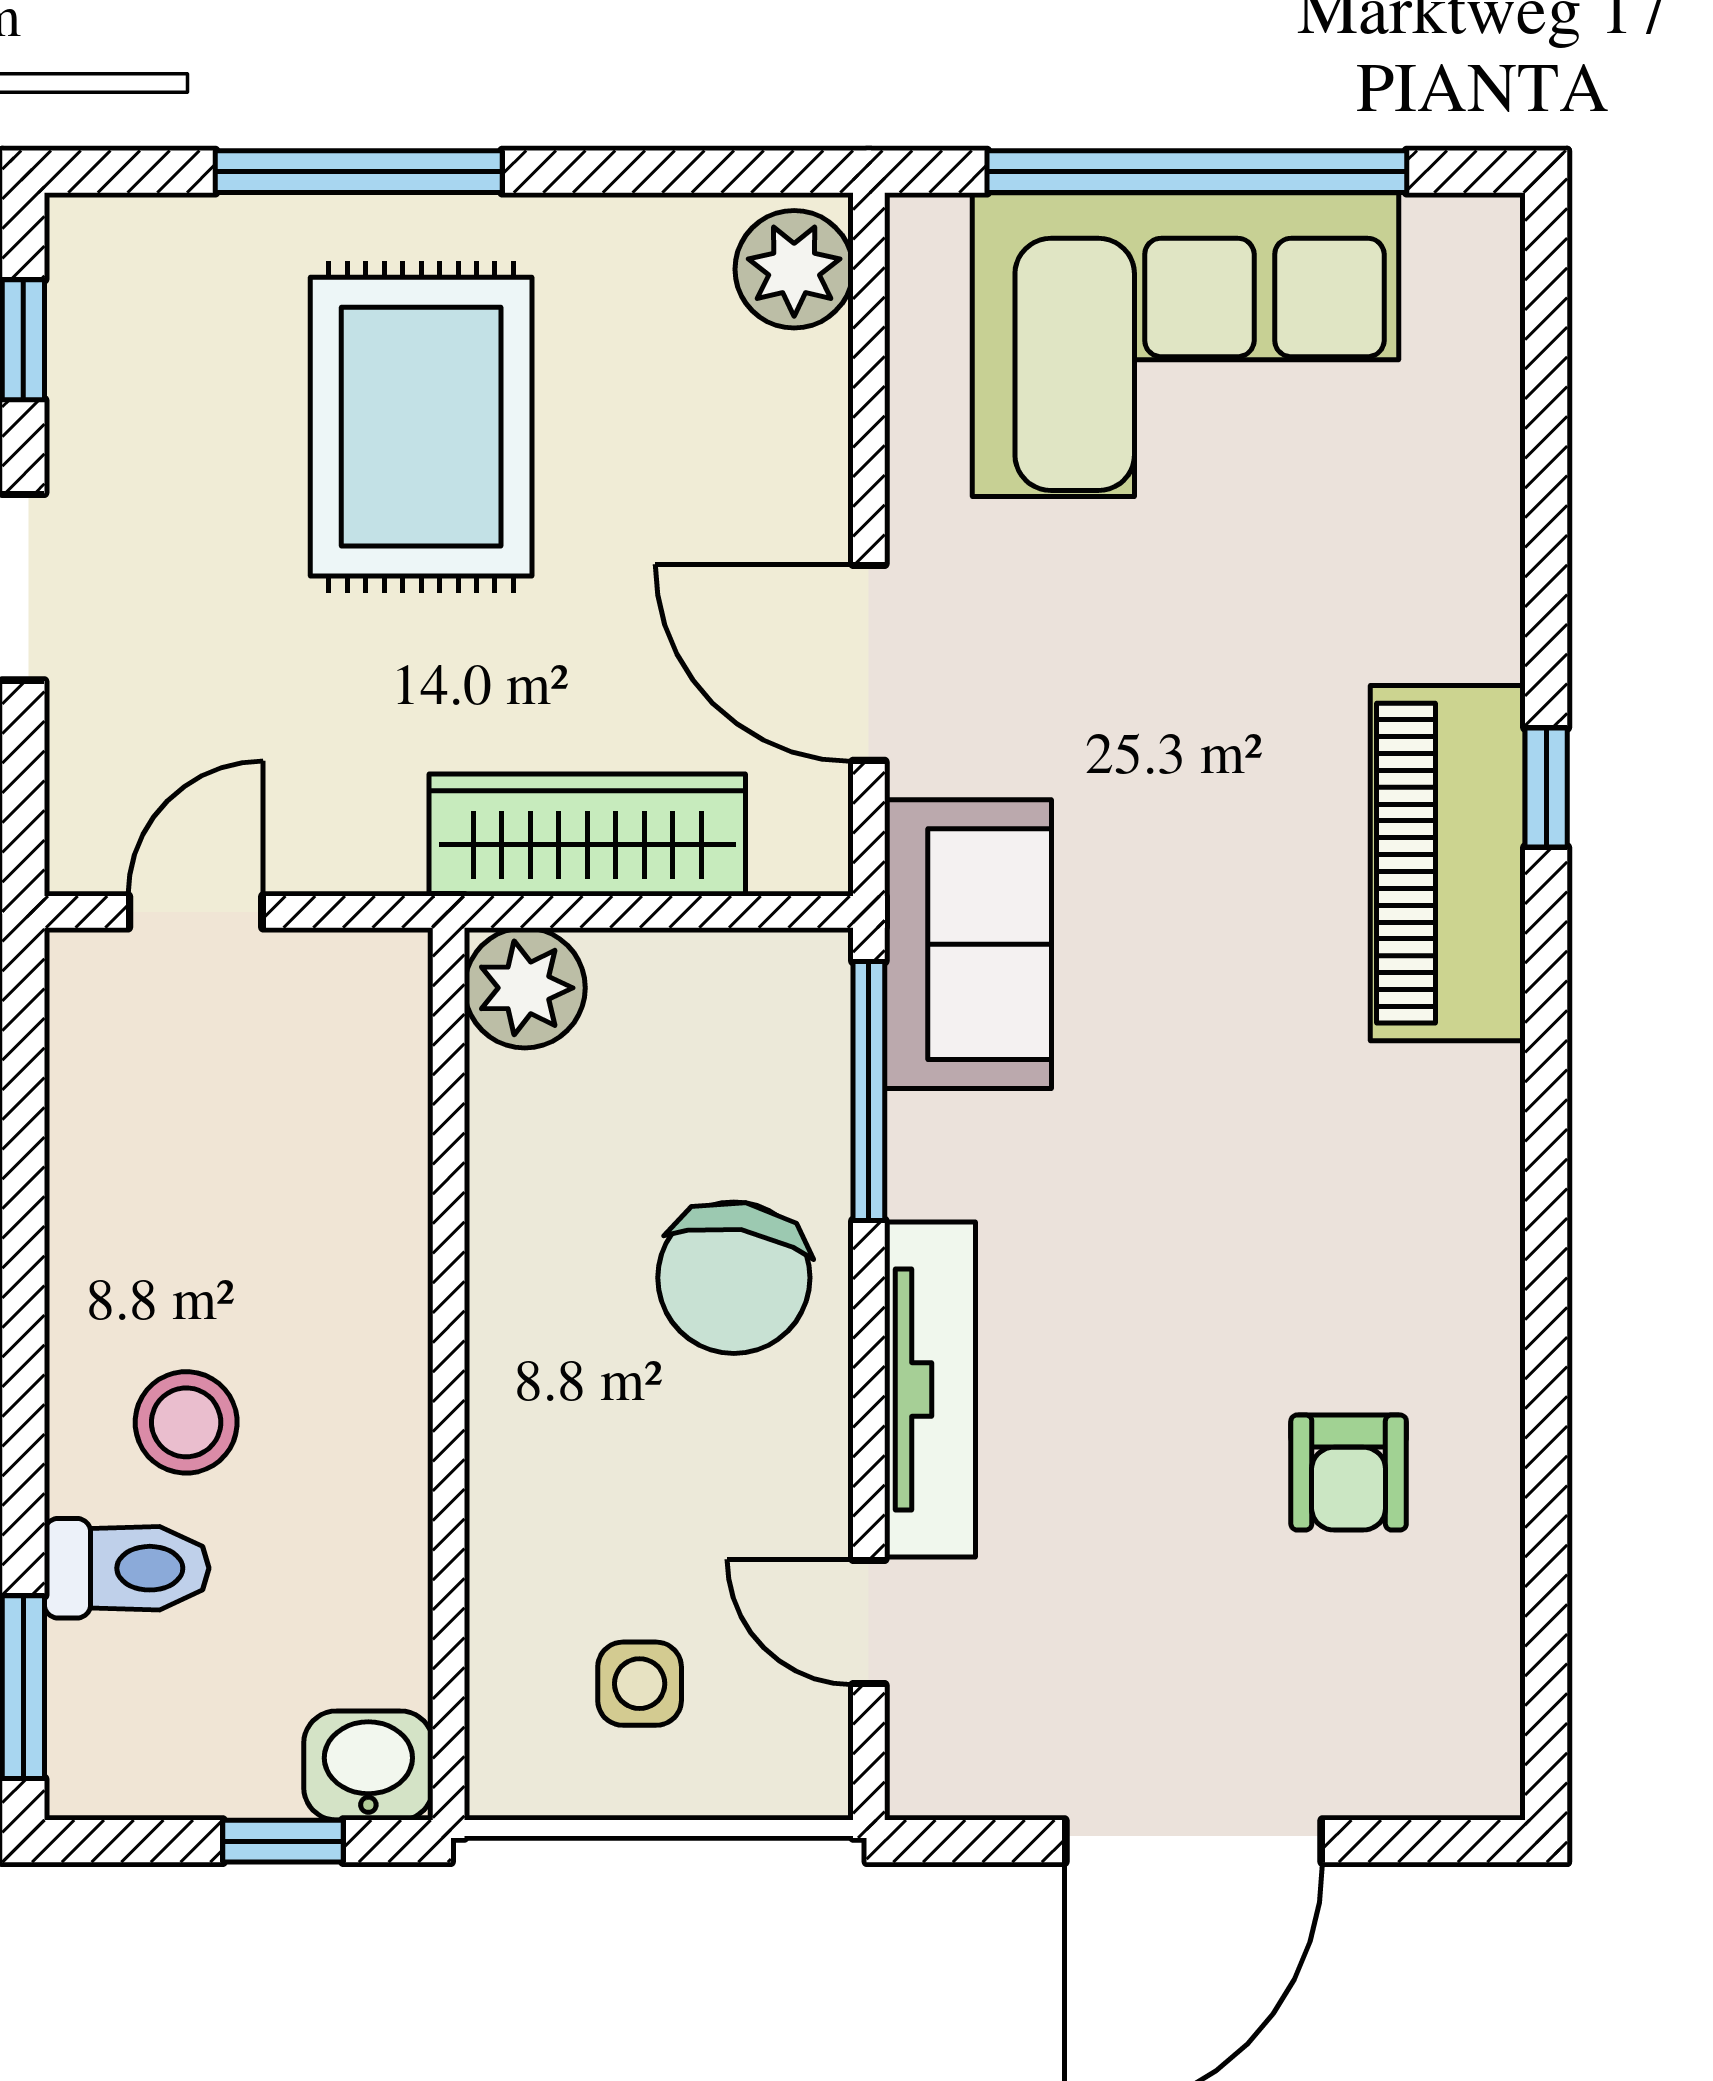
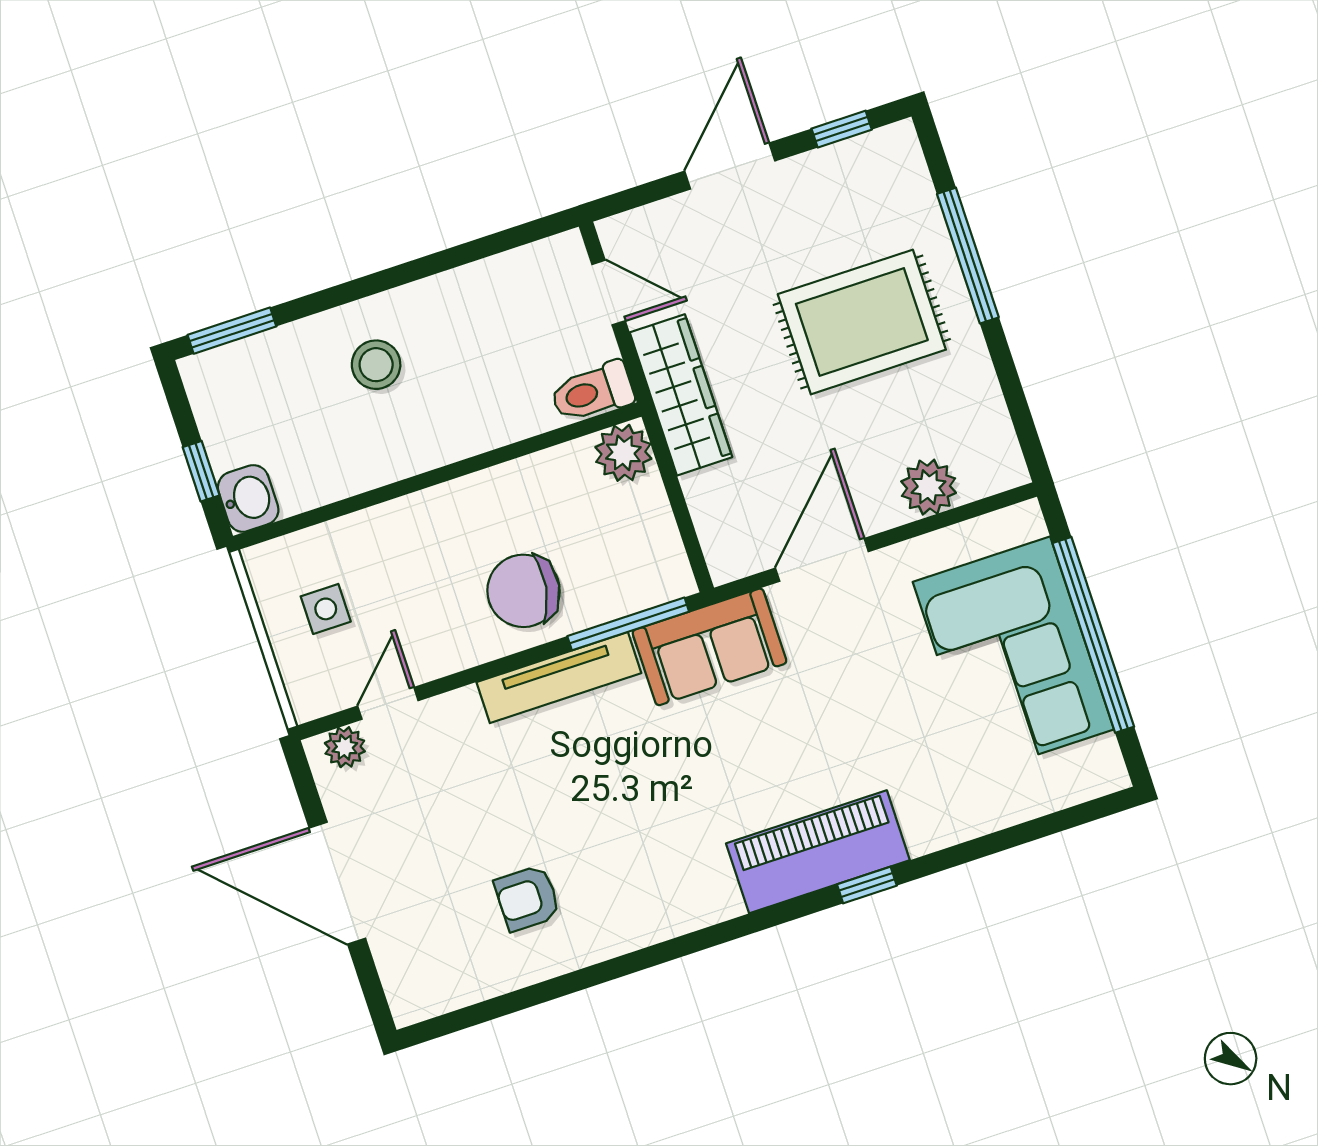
plant: (794, 269) -> (929, 487), moved
wardrobe: (587, 835) -> (681, 395), moved
tv unit: (930, 1390) -> (559, 678), moved
toilet: (127, 1568) -> (592, 392), moved, turned 90
plant: (928, 1737) -> (345, 747), added

